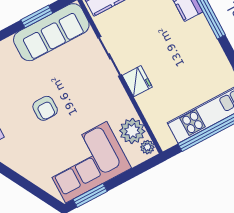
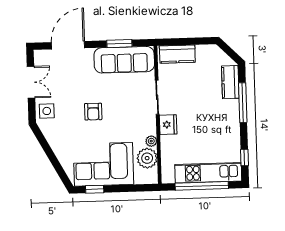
plant: (147, 147) -> (151, 141), moved
window: (90, 195) -> (95, 189), width x0.67

